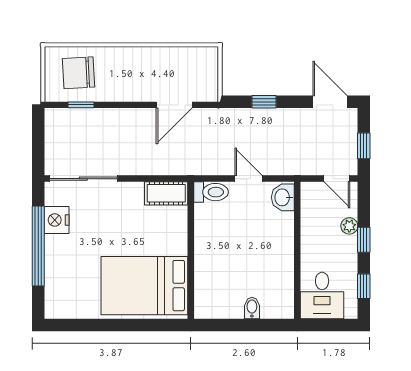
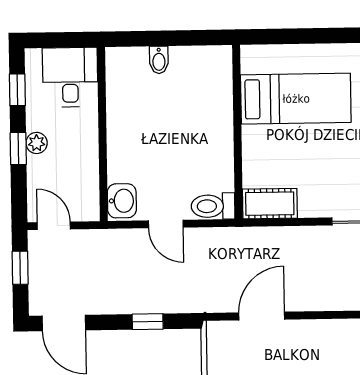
plant: (349, 226) -> (37, 143), moved
bed: (144, 286) -> (296, 99), width x0.67

